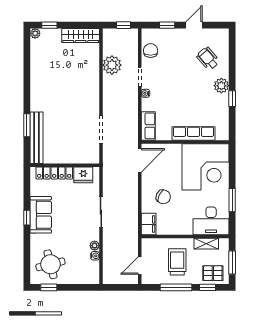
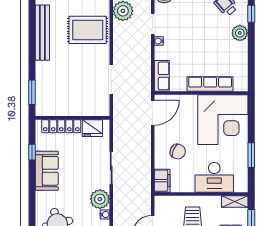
rug: (79, 83) -> (88, 30), added
window: (232, 99) -> (251, 14), moved
window: (27, 125) -> (32, 92), moved
bench: (36, 138) -> (42, 33), moved
window: (27, 218) -> (32, 152), moved
desk: (211, 221) -> (214, 177), moved
shelving: (206, 244) -> (235, 201), moved
plant: (95, 246) -> (100, 199), width x1.88, depth x1.88

